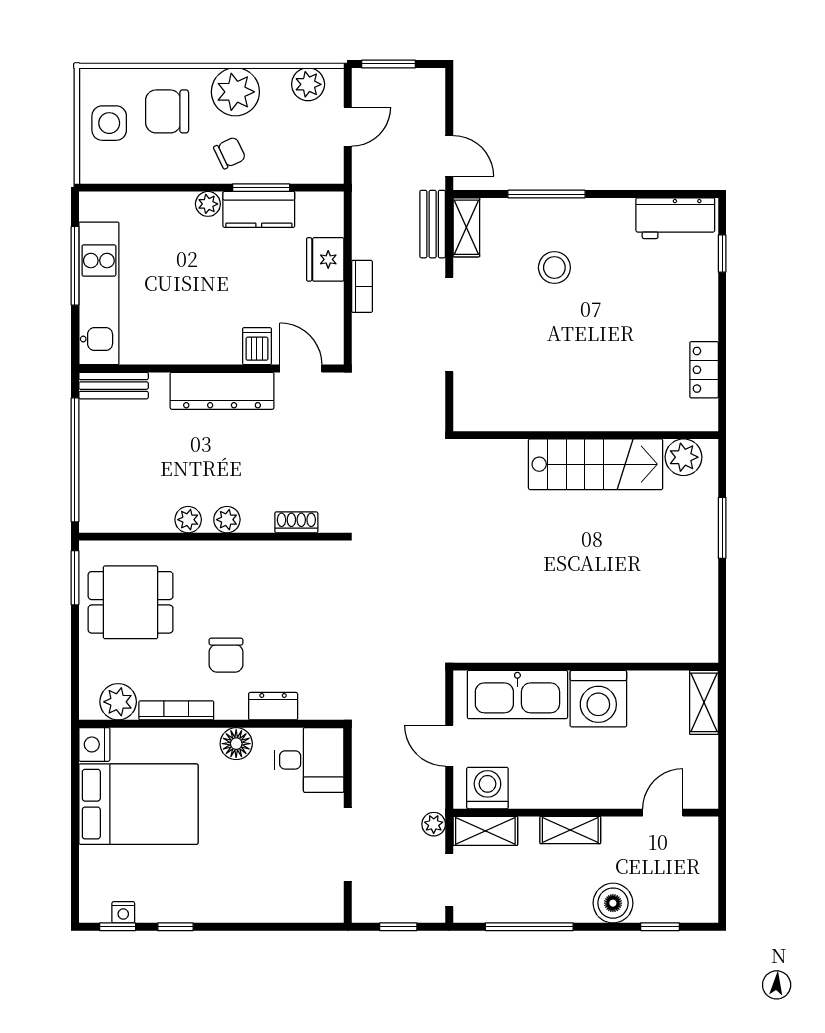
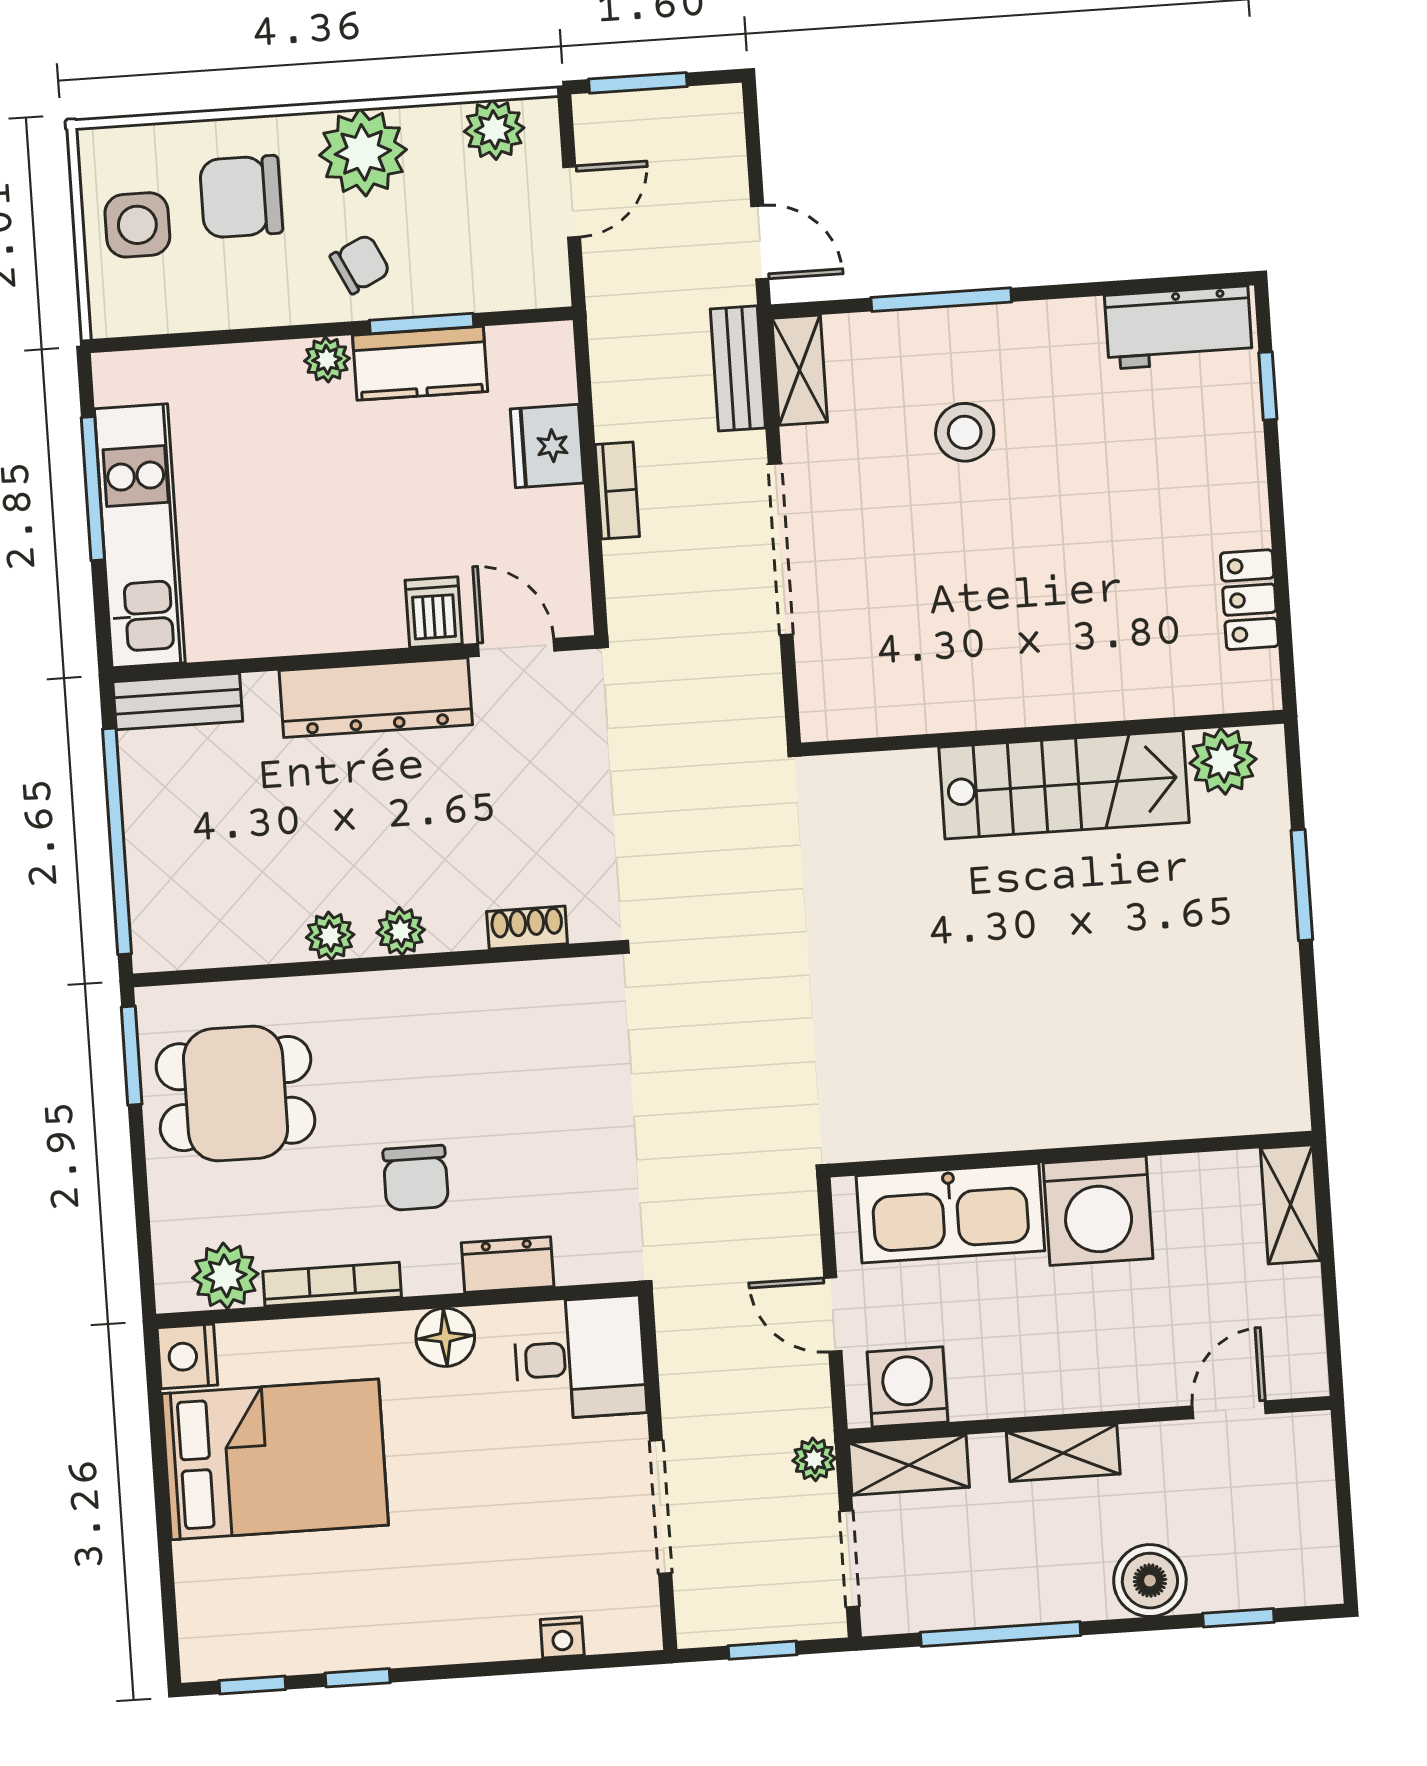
nightstand: (123, 912) -> (562, 1637), moved

